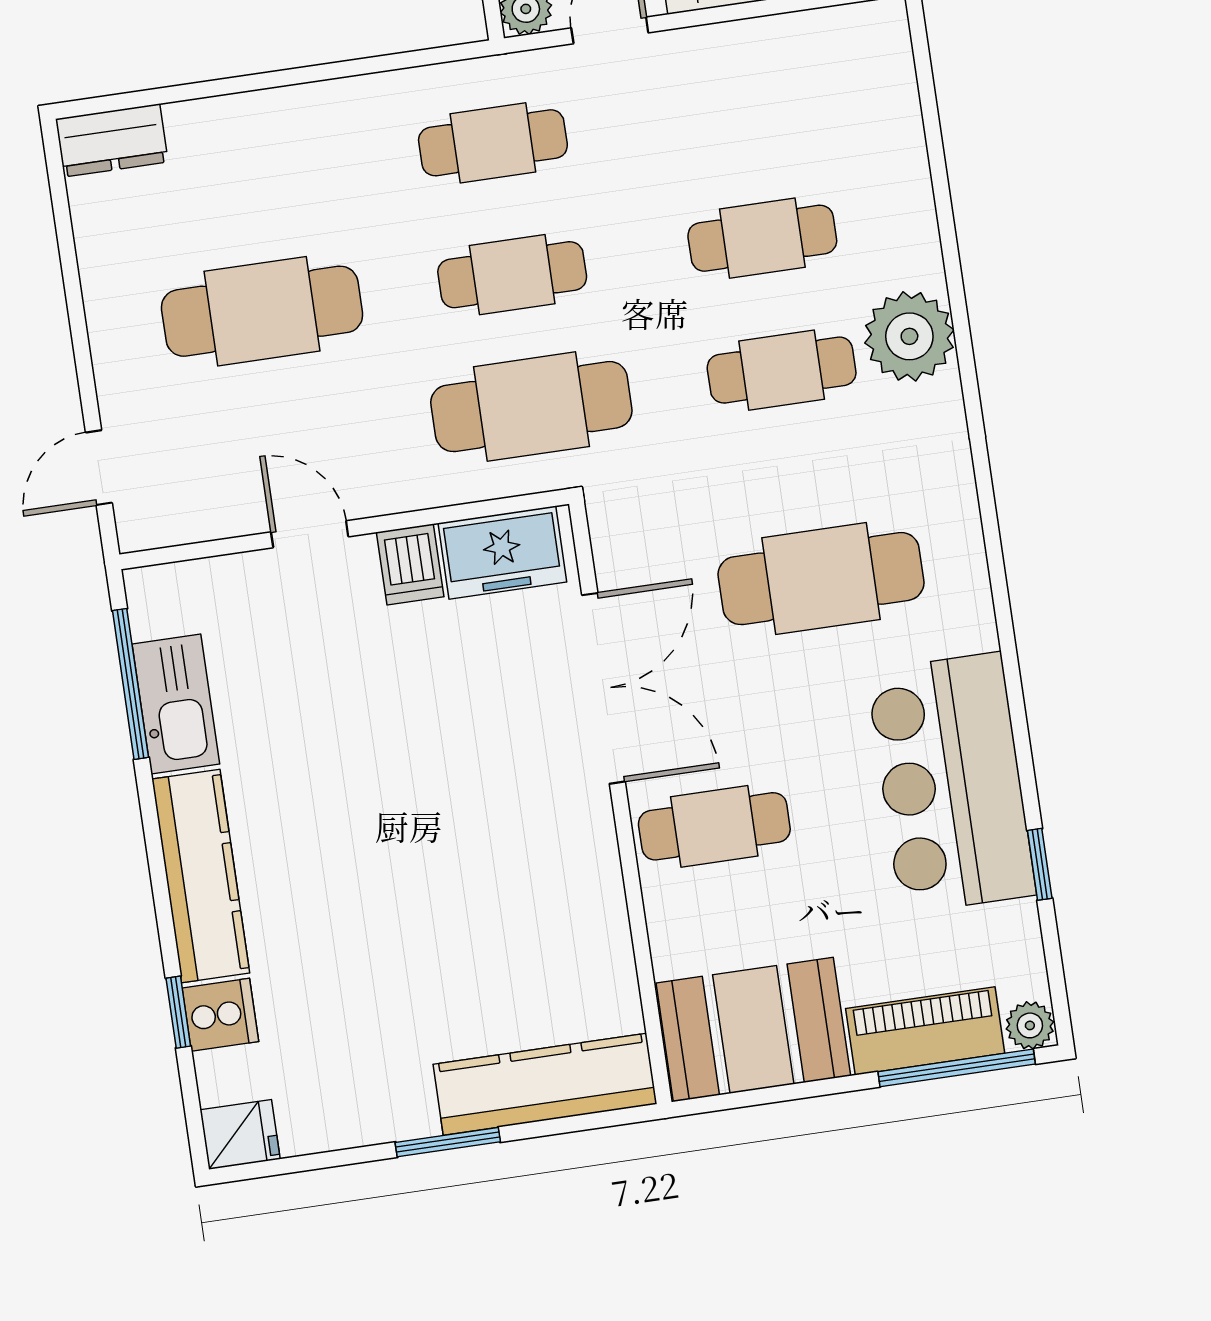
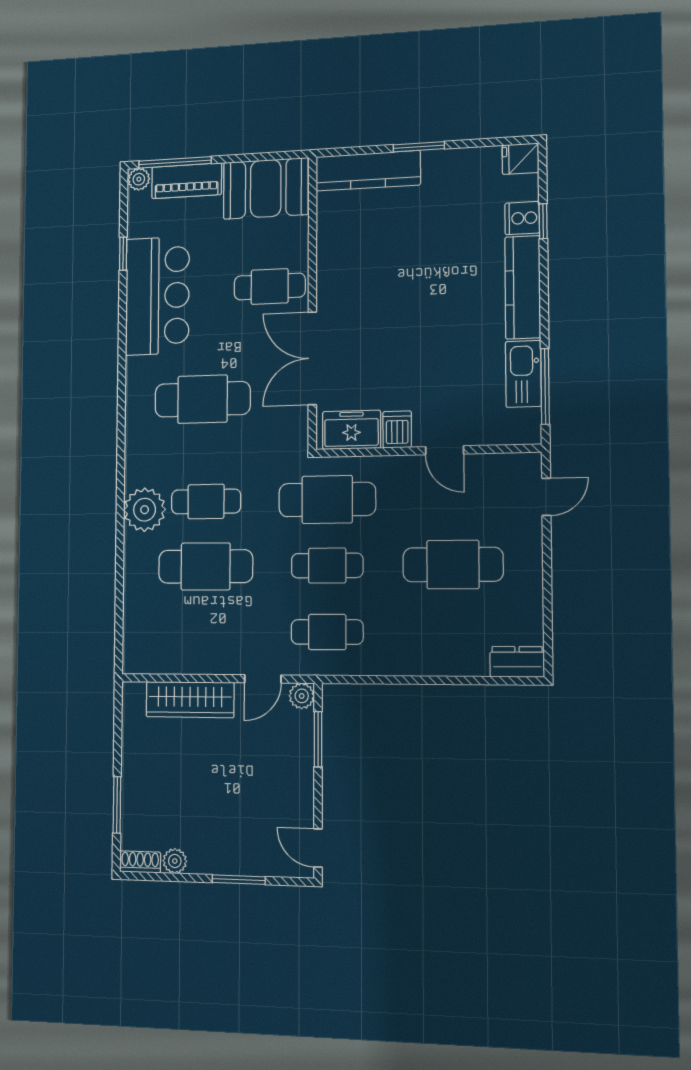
cafe table: (762, 238) -> (206, 566), width x1.37, depth x1.35

